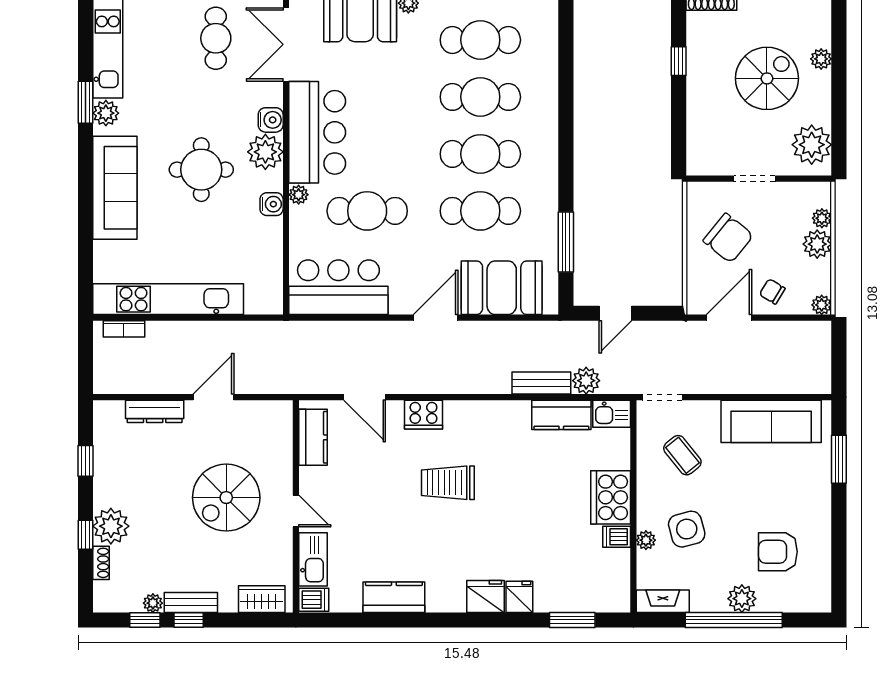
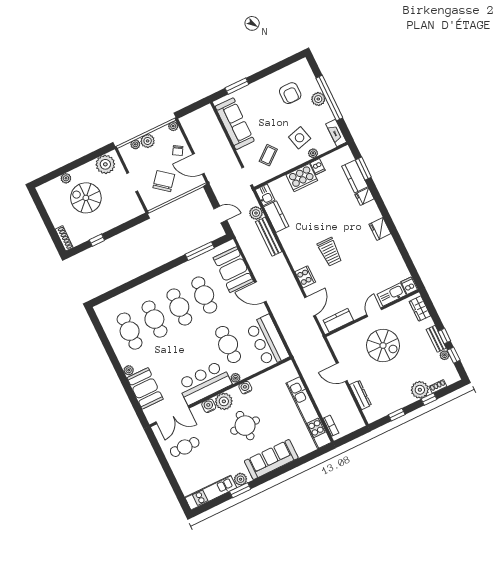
bench: (541, 383) -> (269, 237), width x1.36
fridge: (486, 596) -> (380, 229), moved
kitchen counter: (394, 597) -> (355, 176), moved

